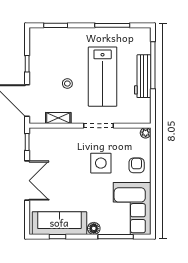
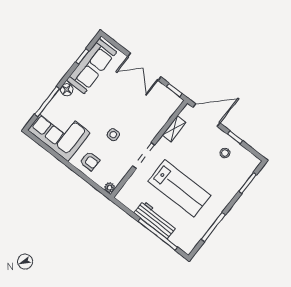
lab bench: (103, 77) -> (179, 188), turned 180
stool: (67, 84) -> (225, 153), moved
side table: (101, 163) -> (113, 135), width x0.54, depth x0.54

